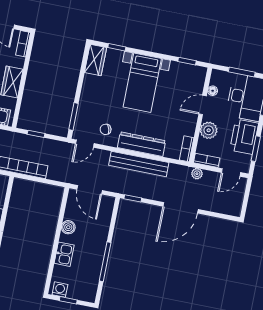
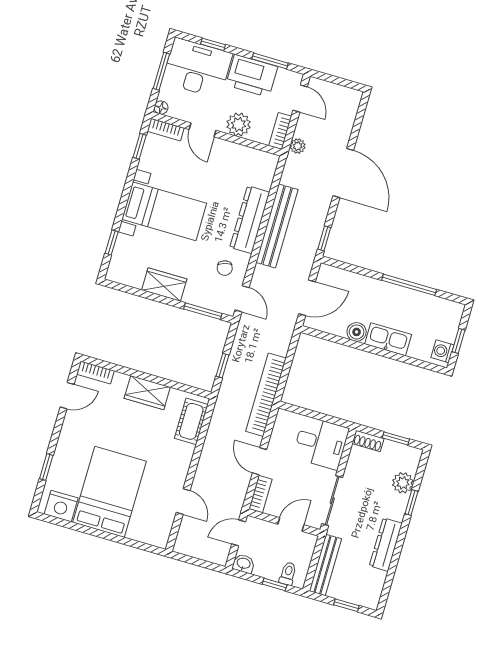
wardrobe: (95, 60) -> (164, 284), moved
floor lamp: (213, 91) -> (161, 108), moved
bookcase: (187, 149) -> (166, 130), moved
kitchen sink: (64, 254) -> (388, 339), width x1.38

